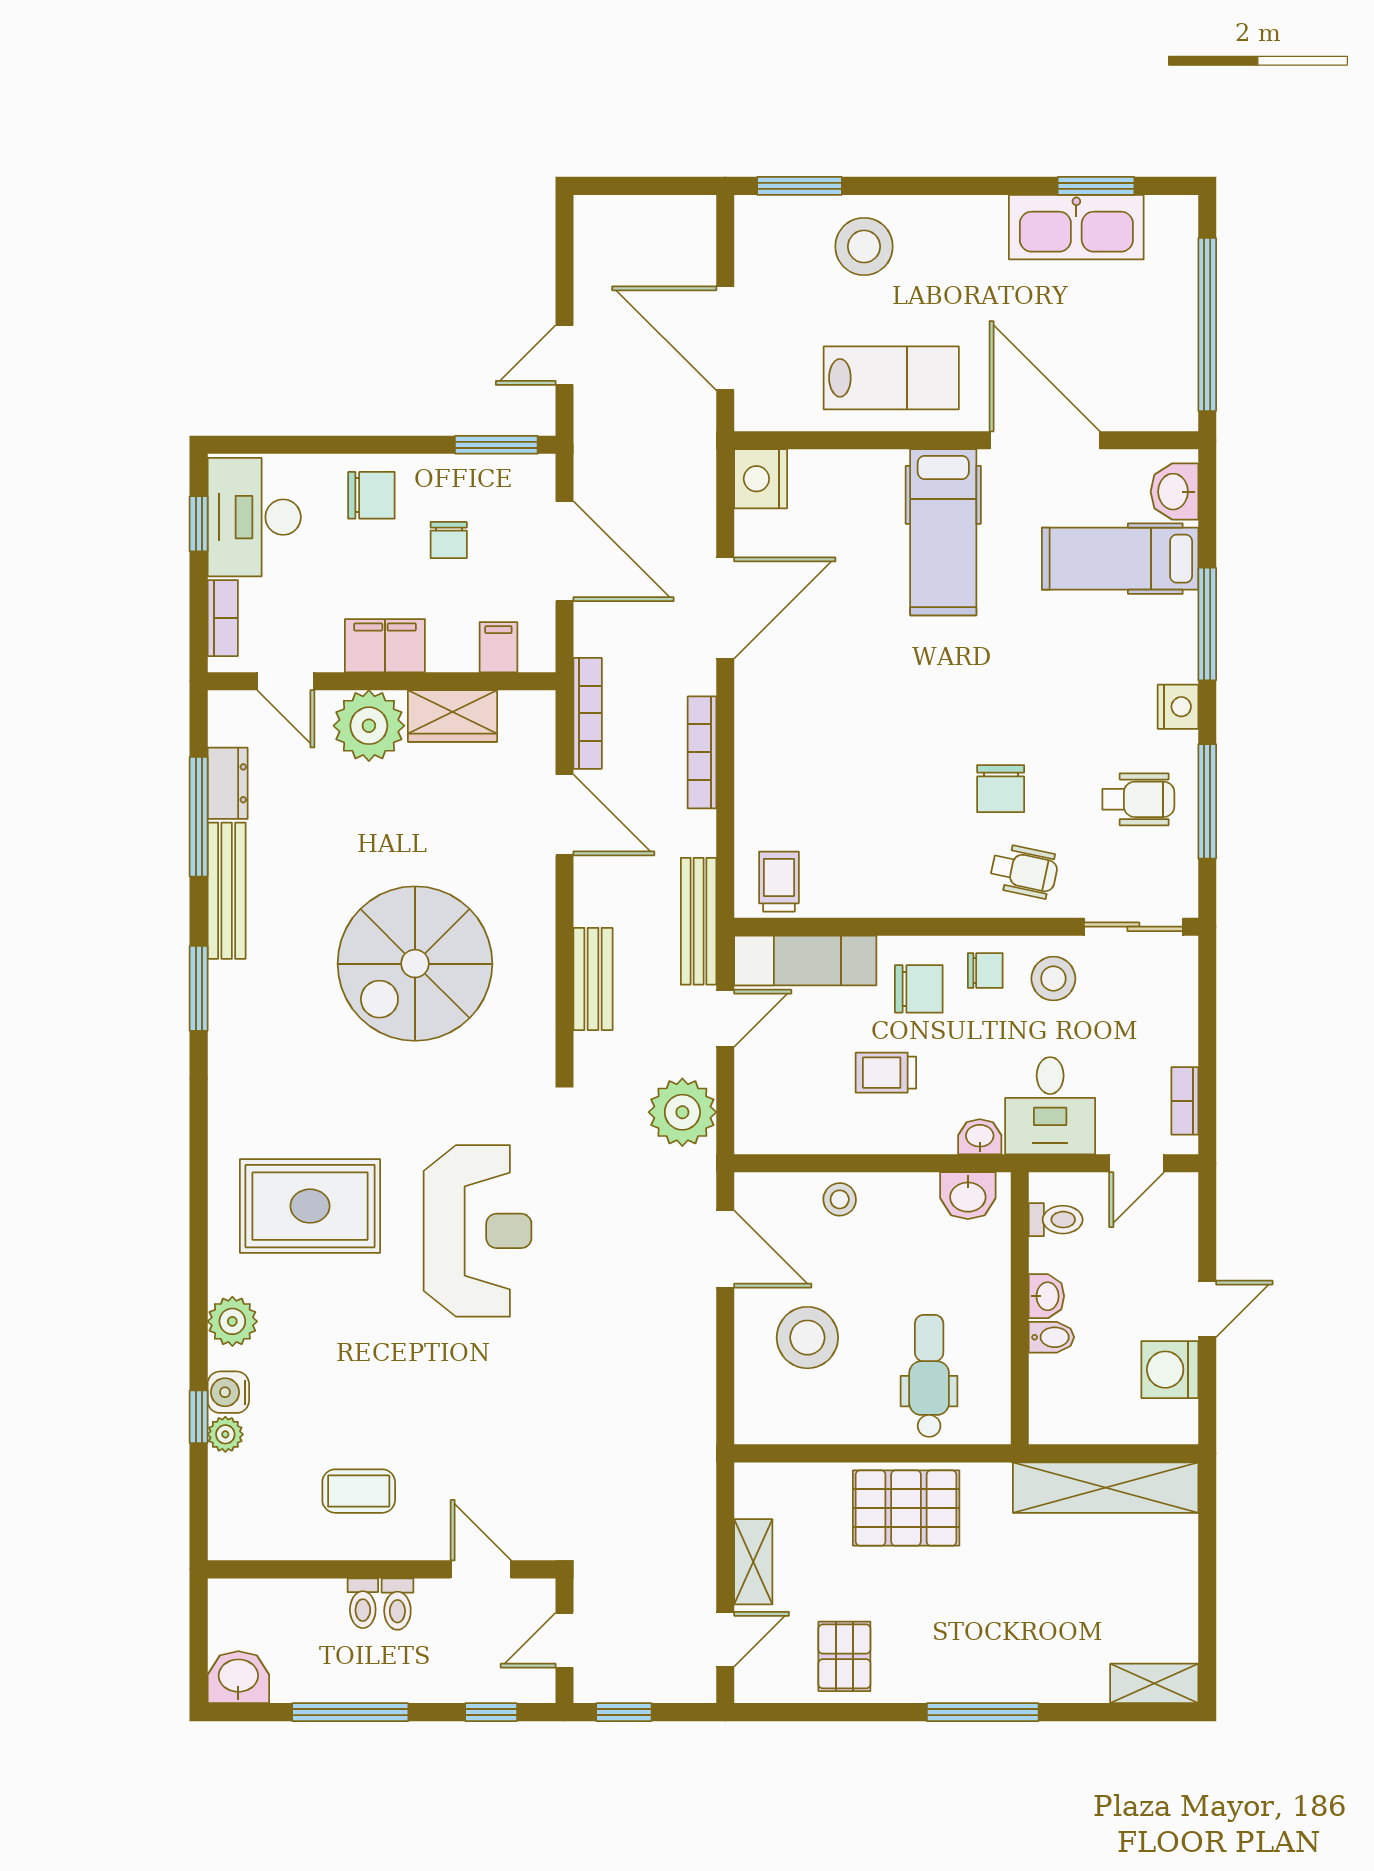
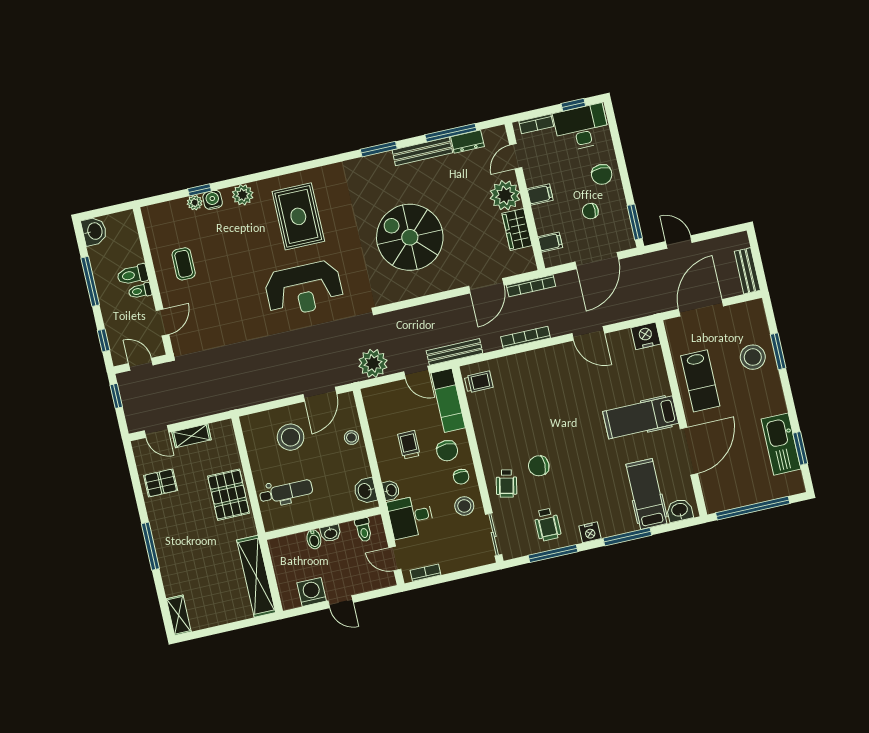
window: (799, 186) -> (778, 351), moved
door: (725, 608) -> (588, 333), width x0.73
filing cabinet: (385, 646) -> (540, 194), width x0.50
bench: (593, 979) -> (747, 271), moved, turned 90
toilet: (363, 1603) -> (132, 275), width x1.37, depth x1.39

